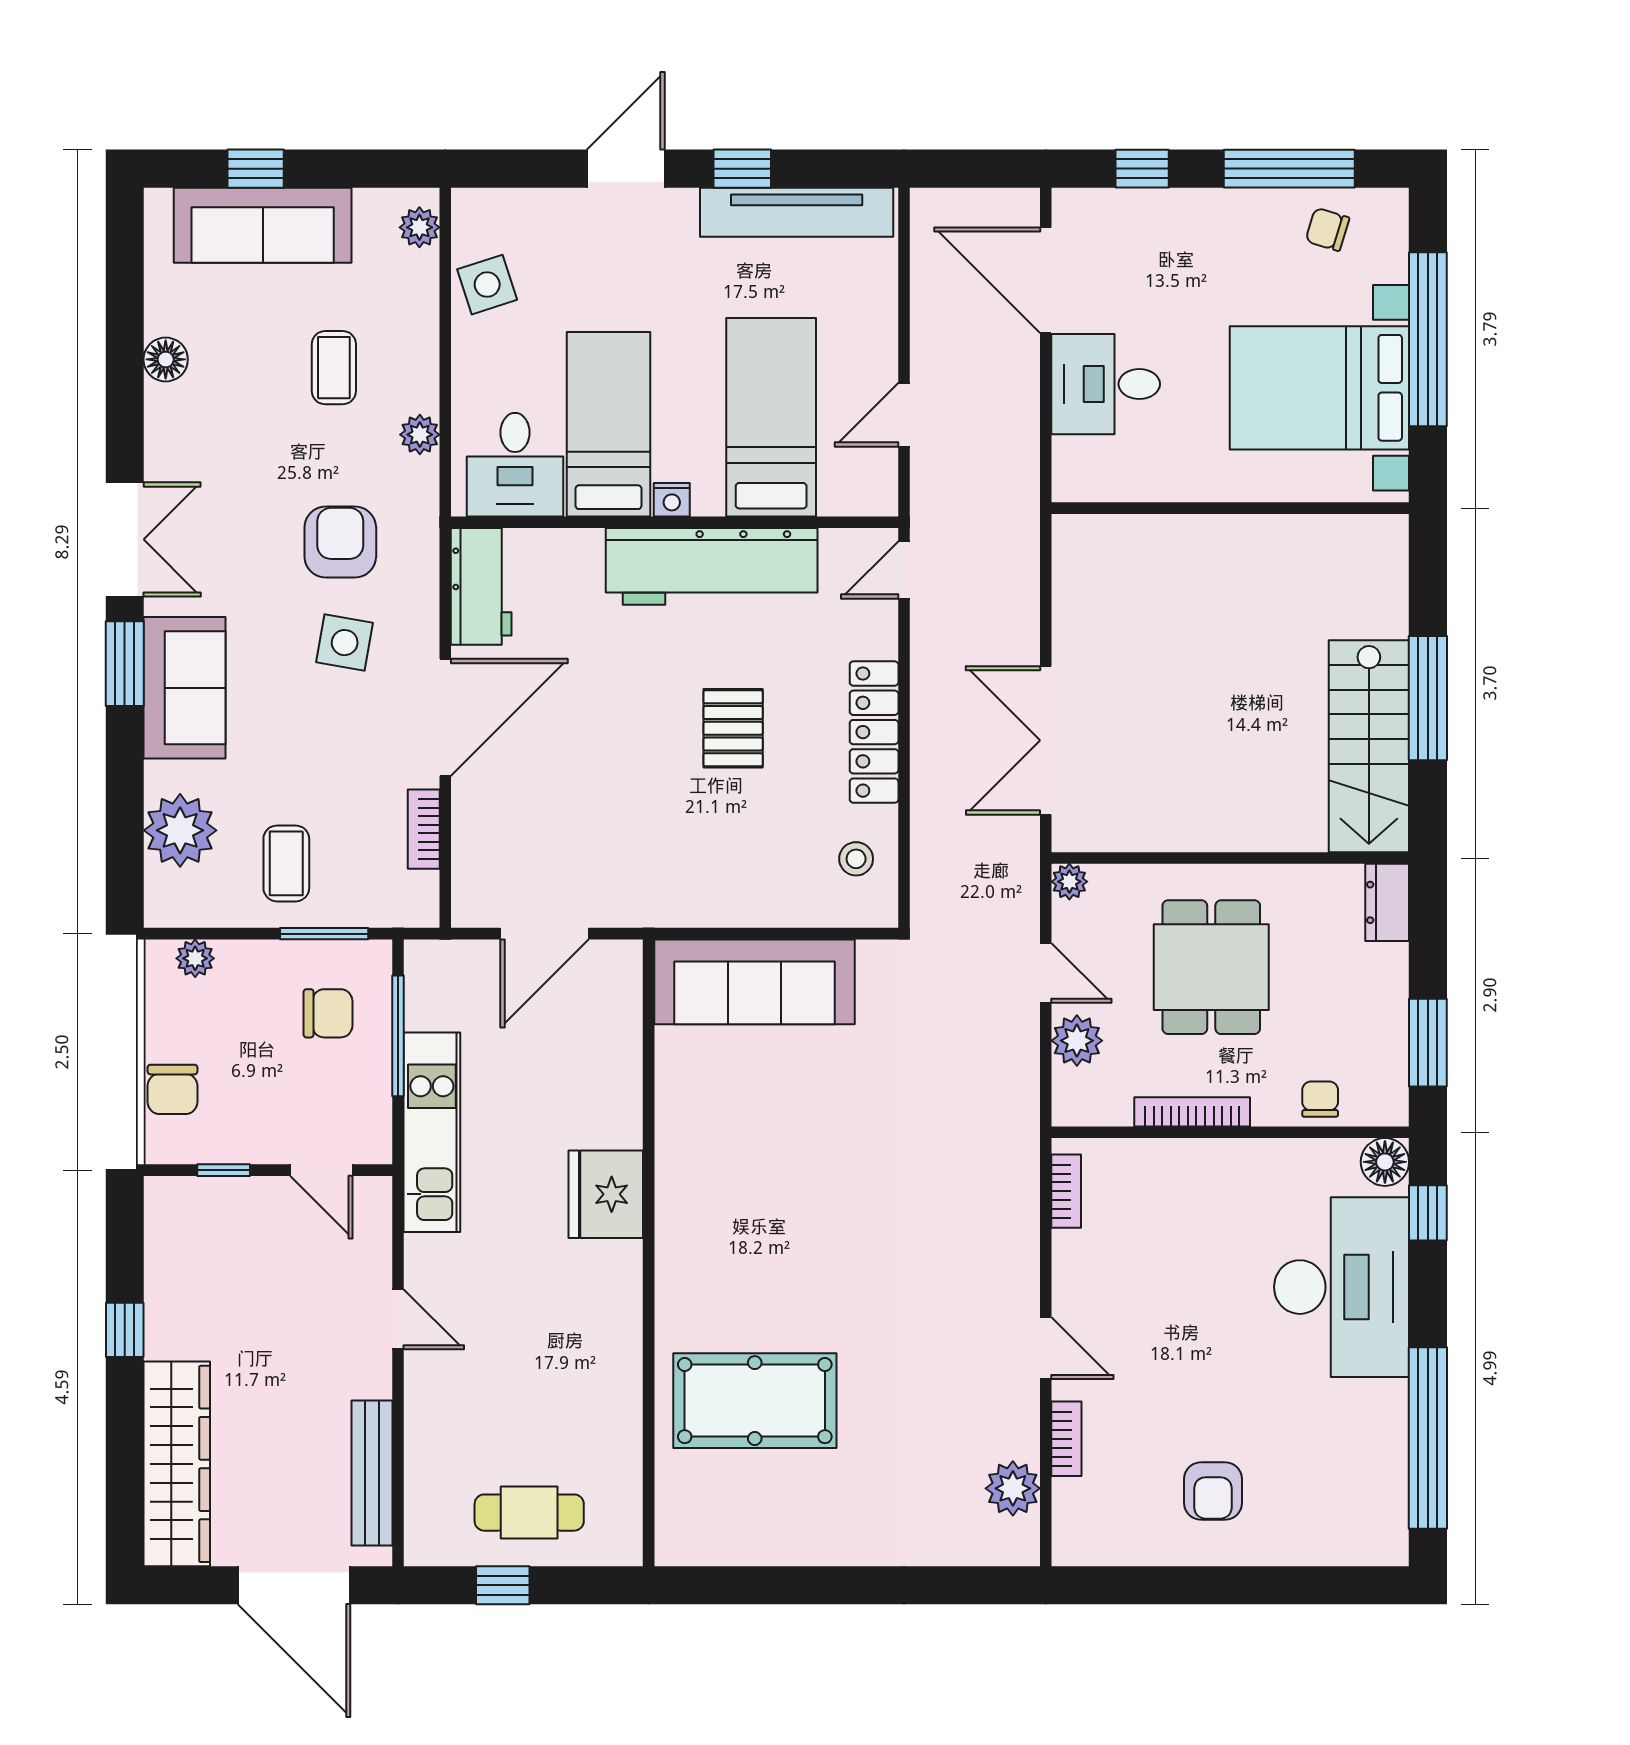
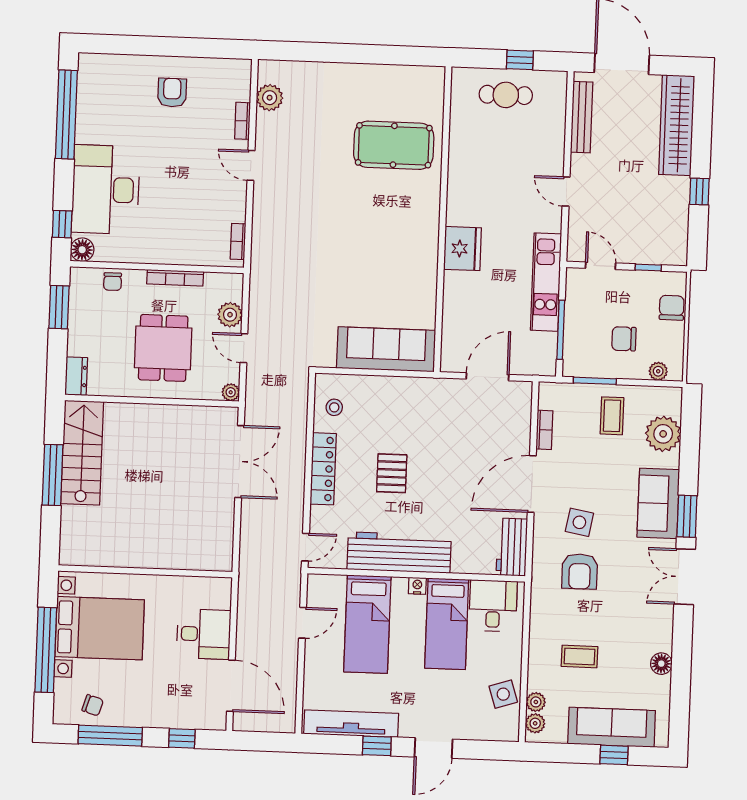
coffee table: (334, 368) -> (580, 657), turned 90
plant: (420, 435) -> (536, 702), moved
chair: (328, 1013) -> (624, 339), moved

